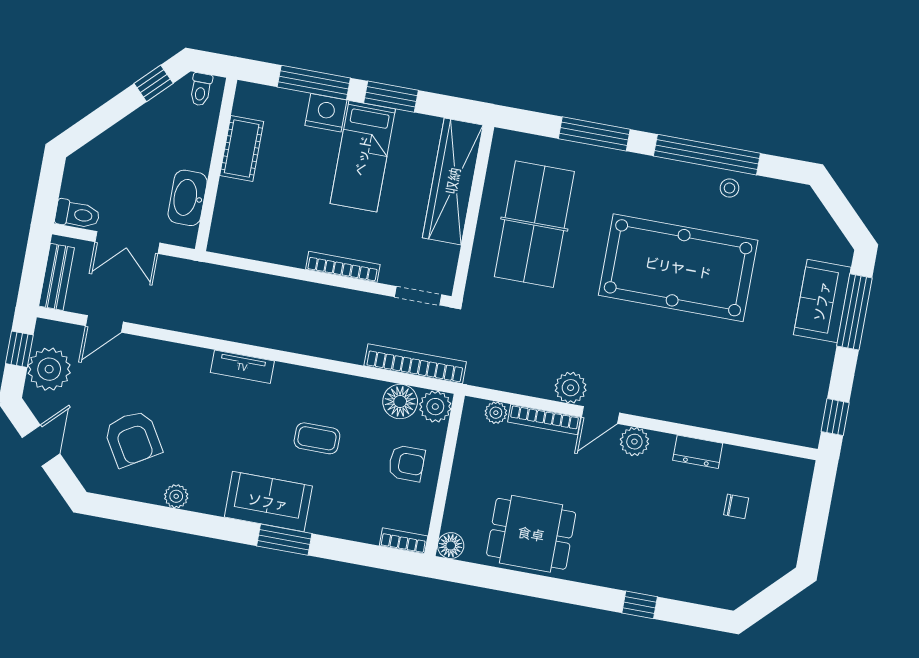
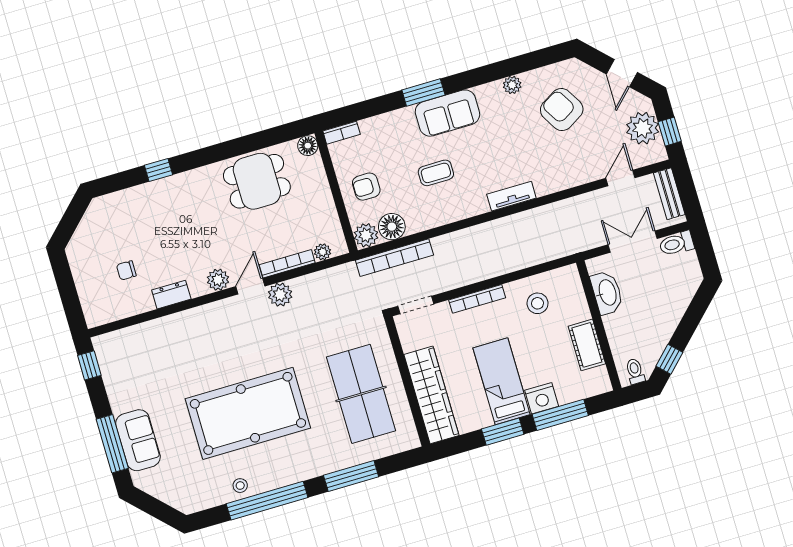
stool: (275, 226) -> (538, 303), added

